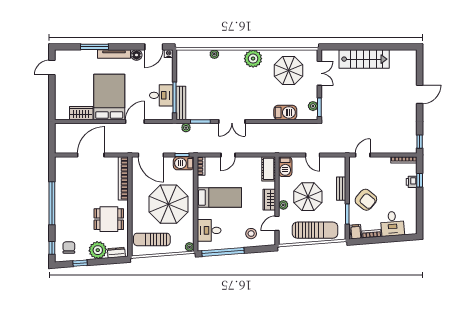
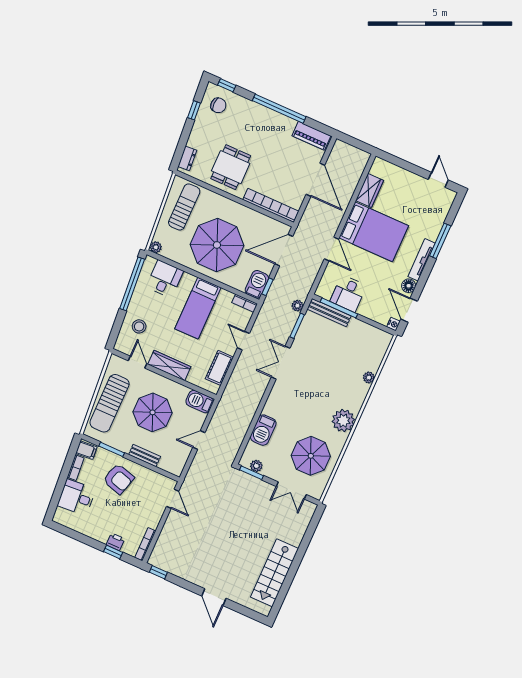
stairs: (364, 59) -> (275, 573), moved
cot: (269, 169) -> (219, 368), moved, turned 90
piano: (61, 172) -> (311, 136), added
wardrobe: (269, 200) -> (169, 365), width x1.50
armchair: (366, 200) -> (118, 479), turned -113
plant: (283, 205) -> (156, 379), removed
plant: (98, 250) -> (200, 138), removed

